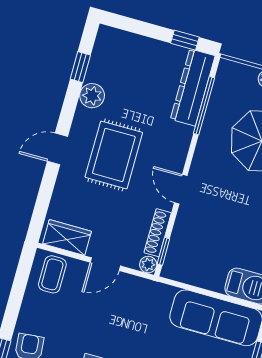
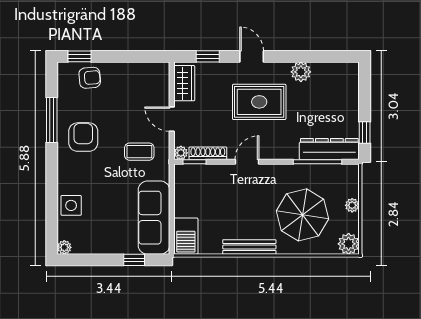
window: (80, 67) -> (208, 56), moved
coffee table: (52, 274) -> (139, 152), moved

